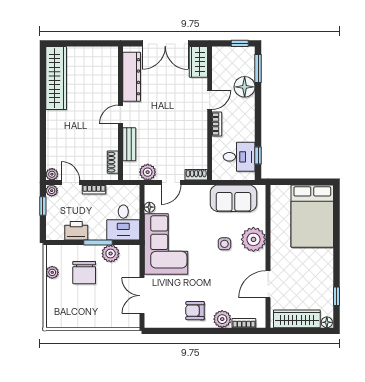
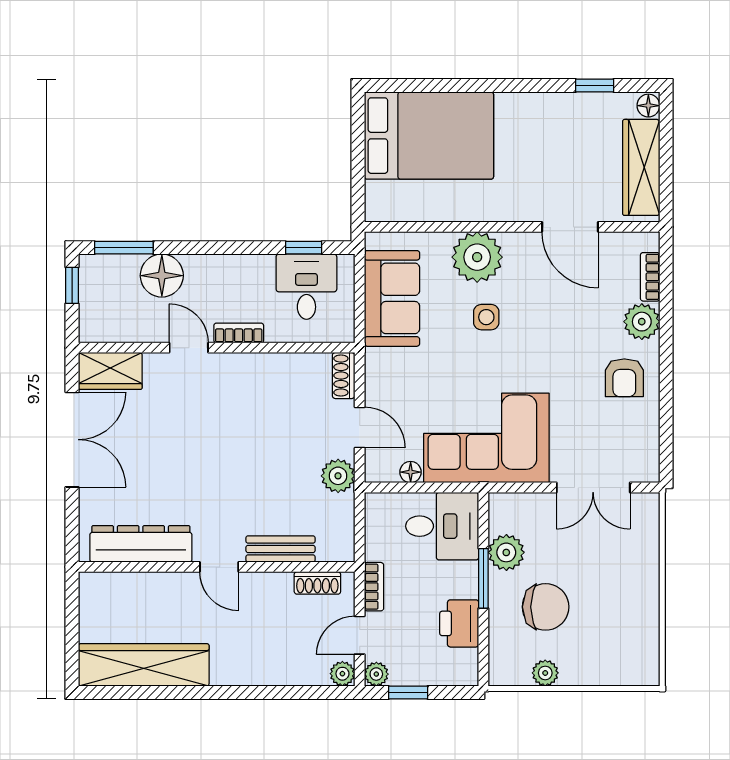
dresser: (132, 77) -> (141, 544), moved
wall: (120, 113) -> (217, 567), moved
door: (120, 115) -> (219, 567), moved
bench: (129, 144) -> (280, 549), moved
shoe rack: (113, 162) -> (317, 583), moved

